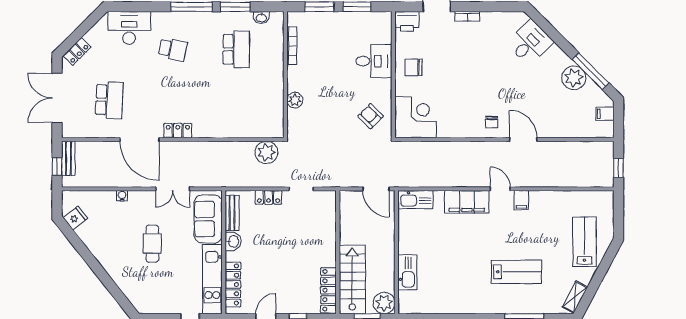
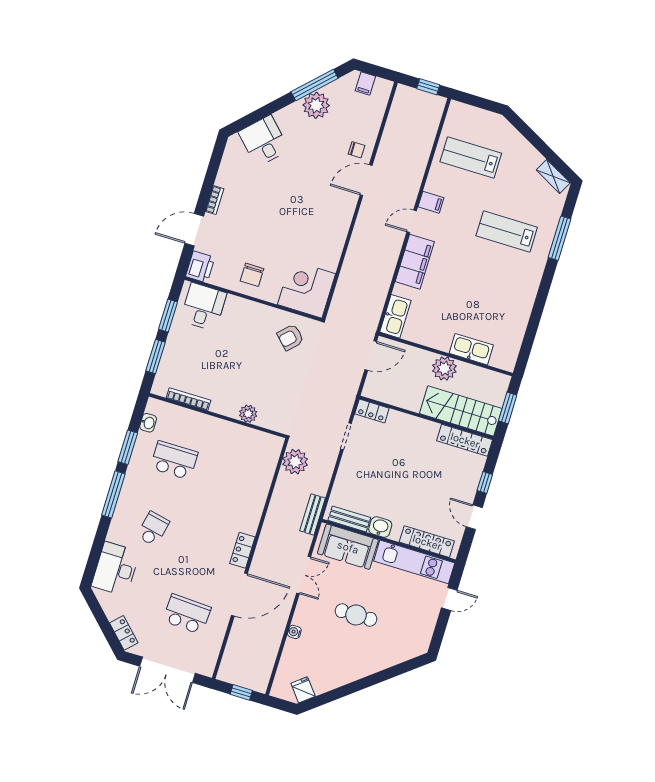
desk: (374, 61) -> (203, 307), moved
chair: (492, 122) -> (357, 150), moved
bench: (68, 158) -> (312, 514), moved, turned 90
locker: (269, 197) -> (372, 411), moved, turned 90
lab bench: (584, 242) -> (471, 158), moved
lab bench: (516, 272) -> (507, 231), turned -90
plant: (384, 303) -> (444, 368), moved

